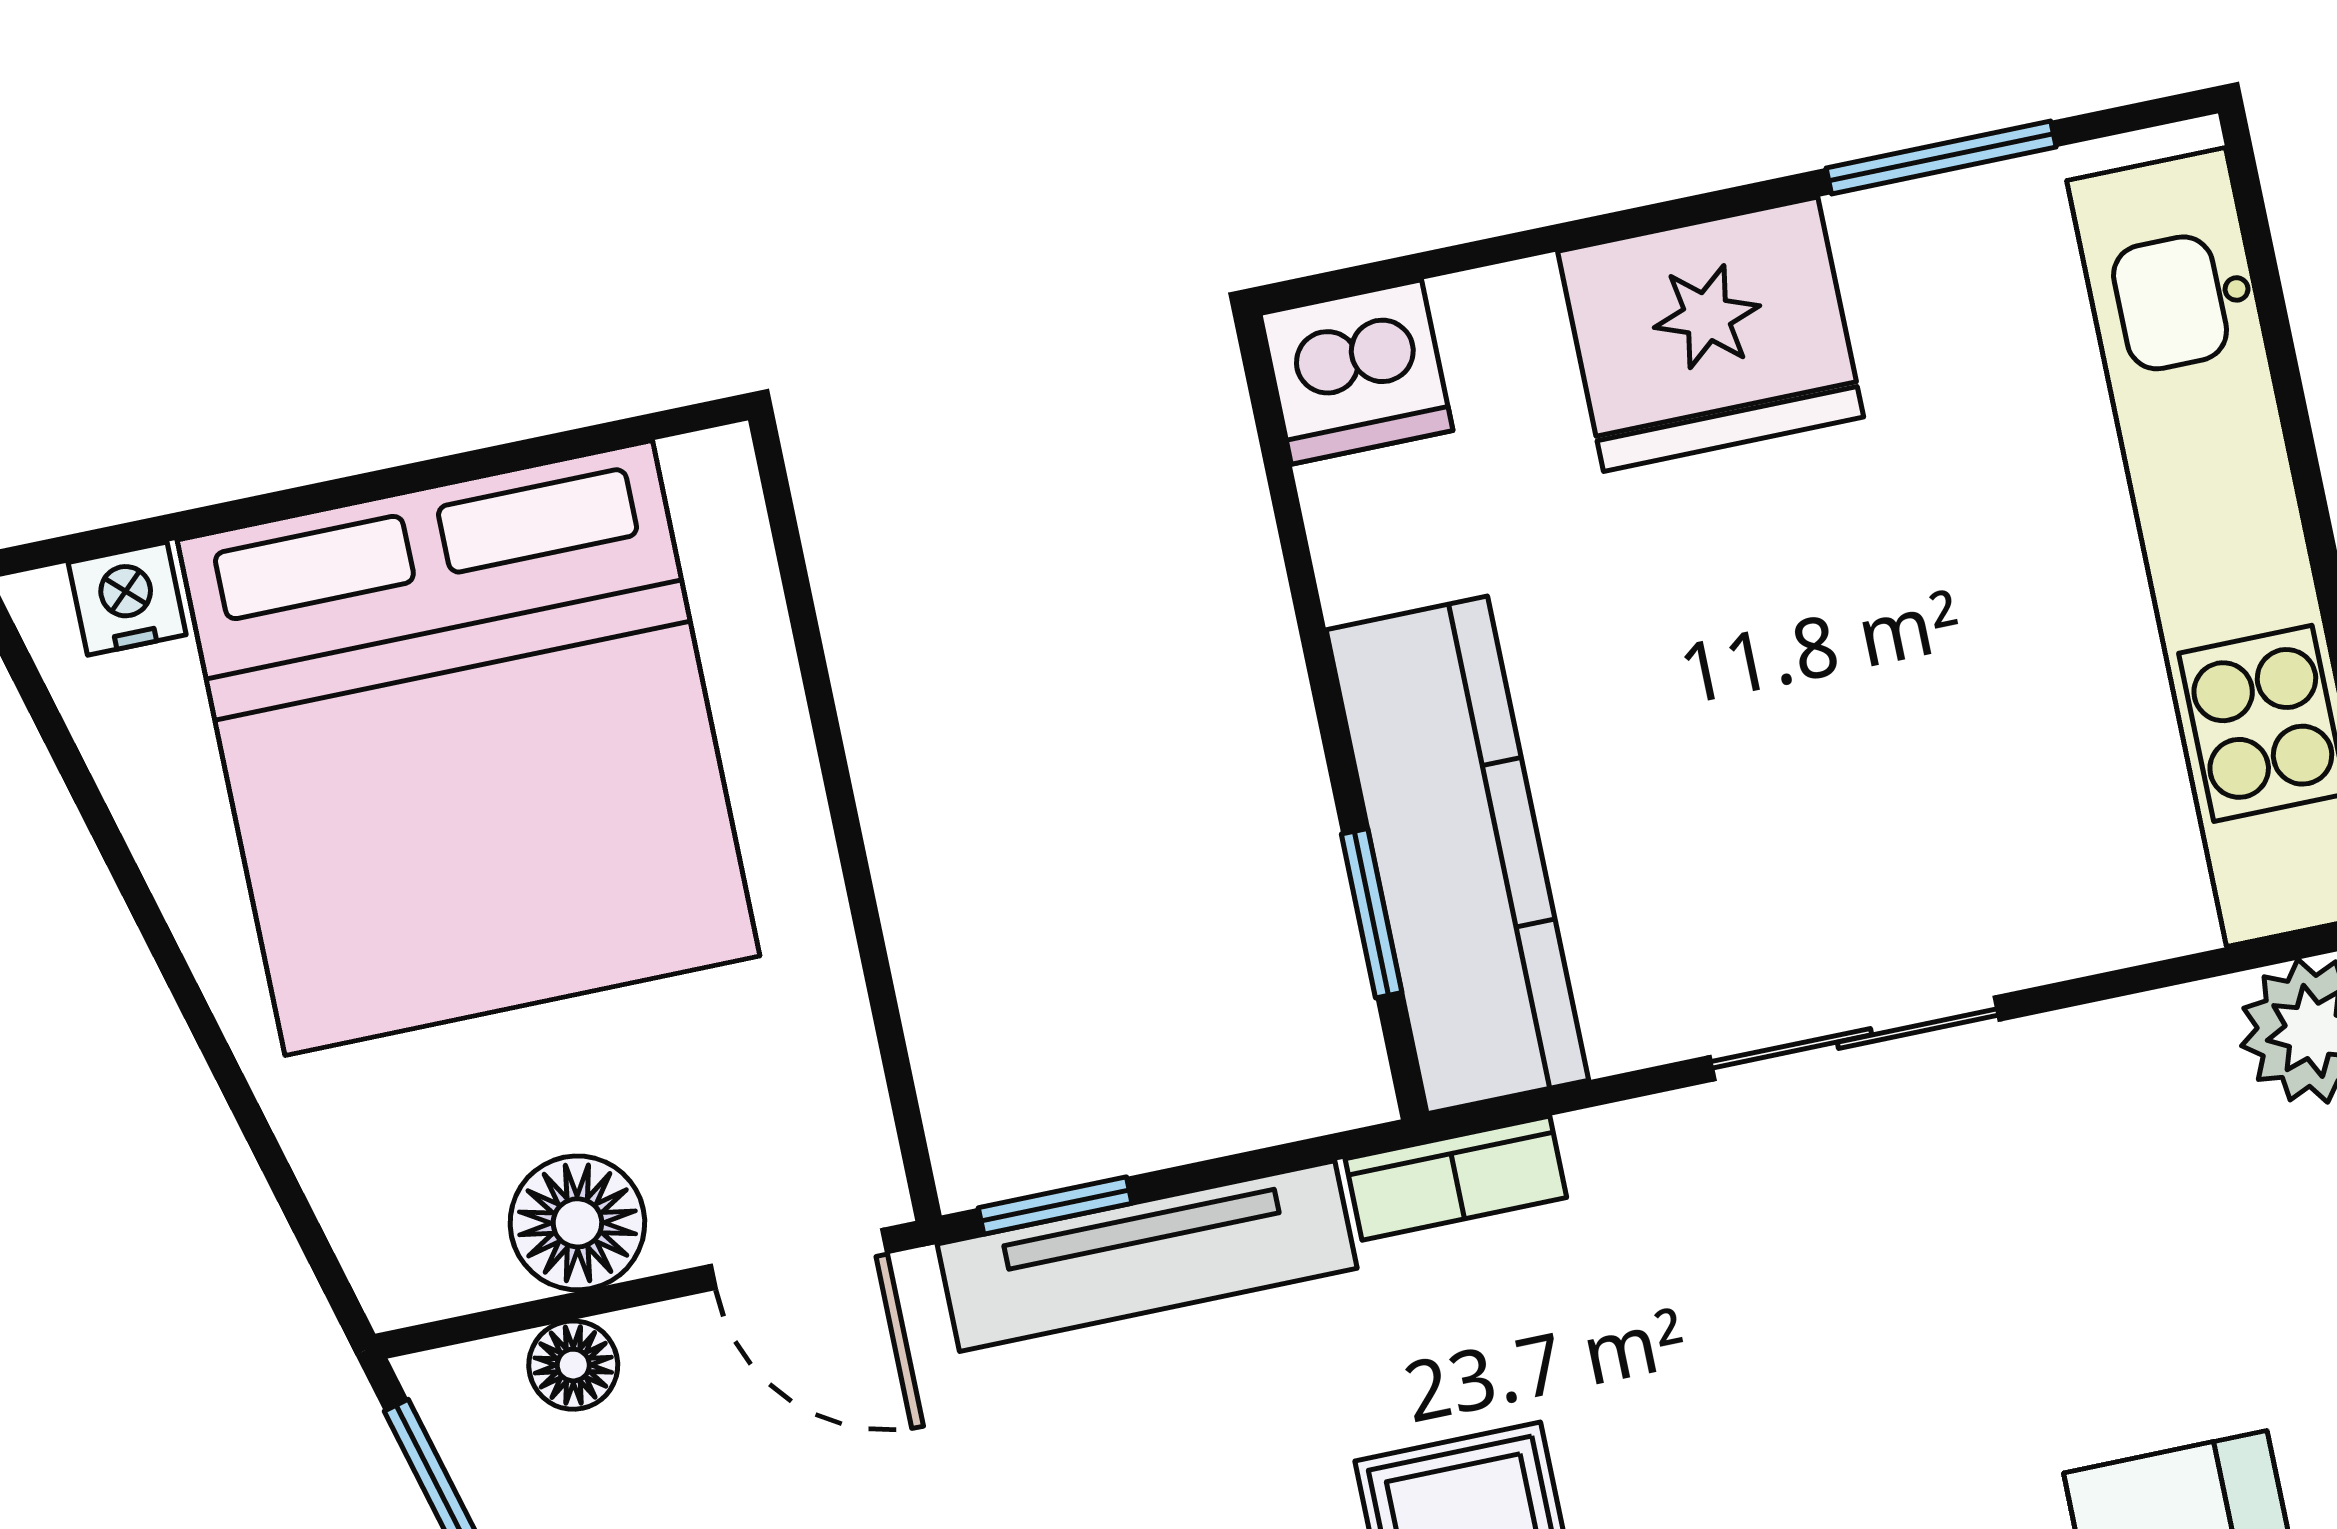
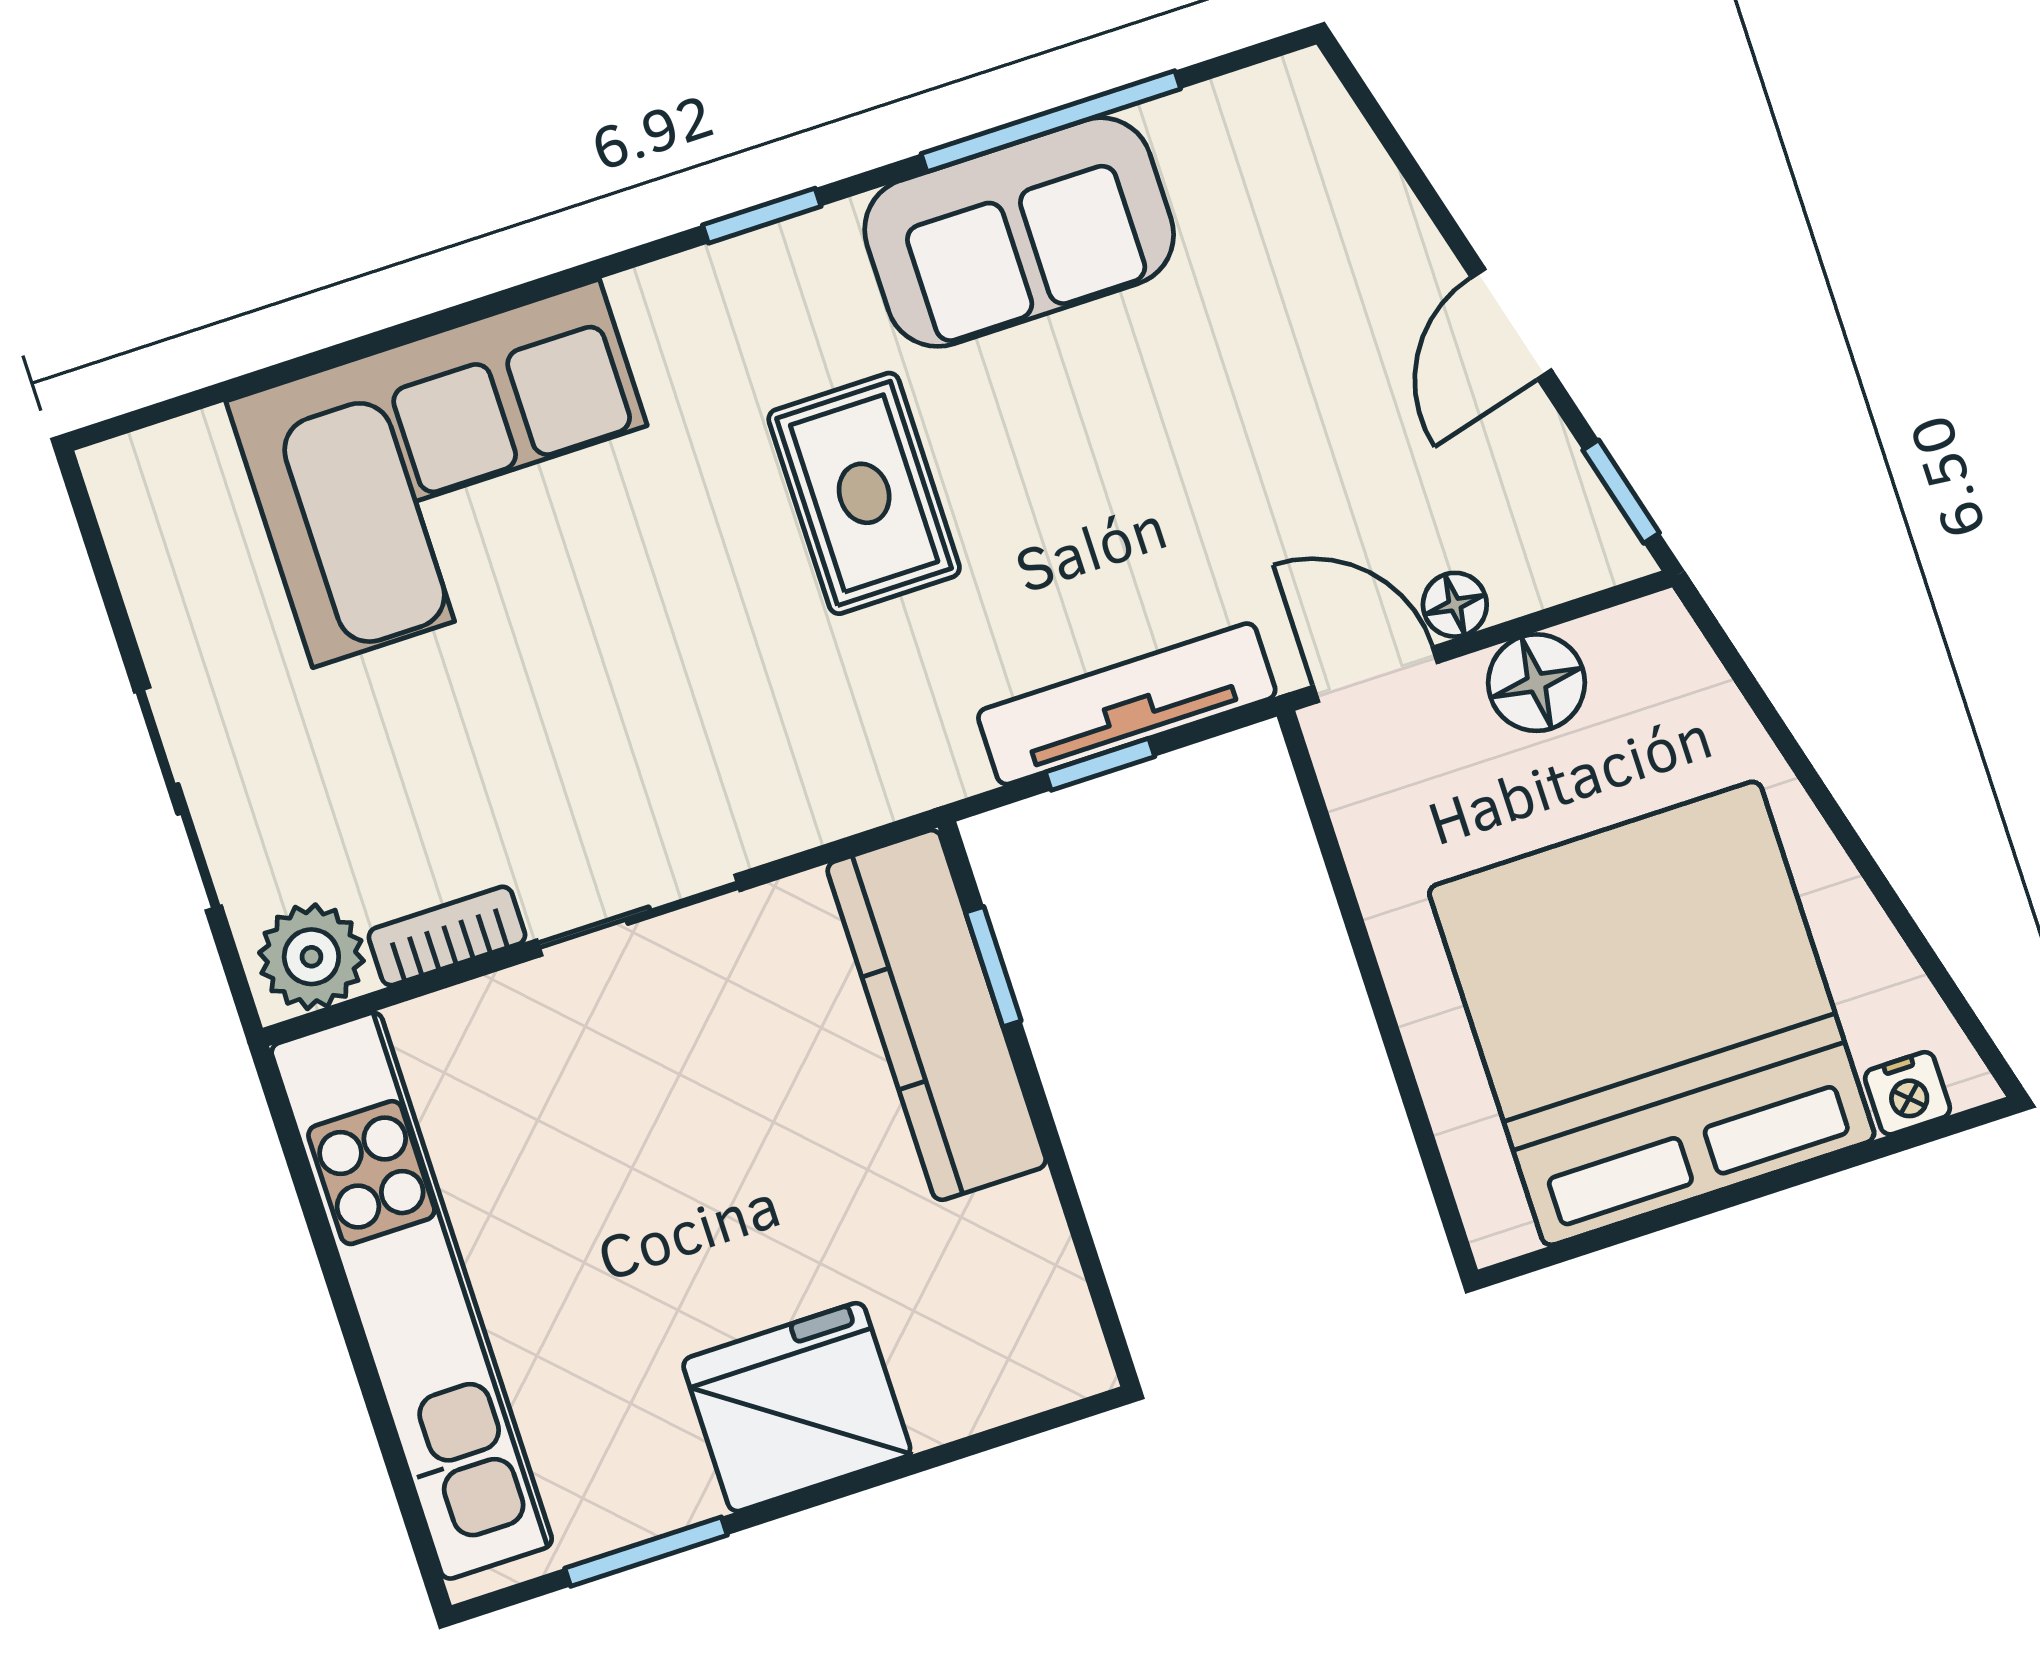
dishwasher: (1356, 372) -> (1047, 1352), removed
bookcase: (1456, 1178) -> (447, 936), moved
window: (1055, 1205) -> (1100, 764), moved
floor lamp: (573, 1365) -> (1455, 605), moved

